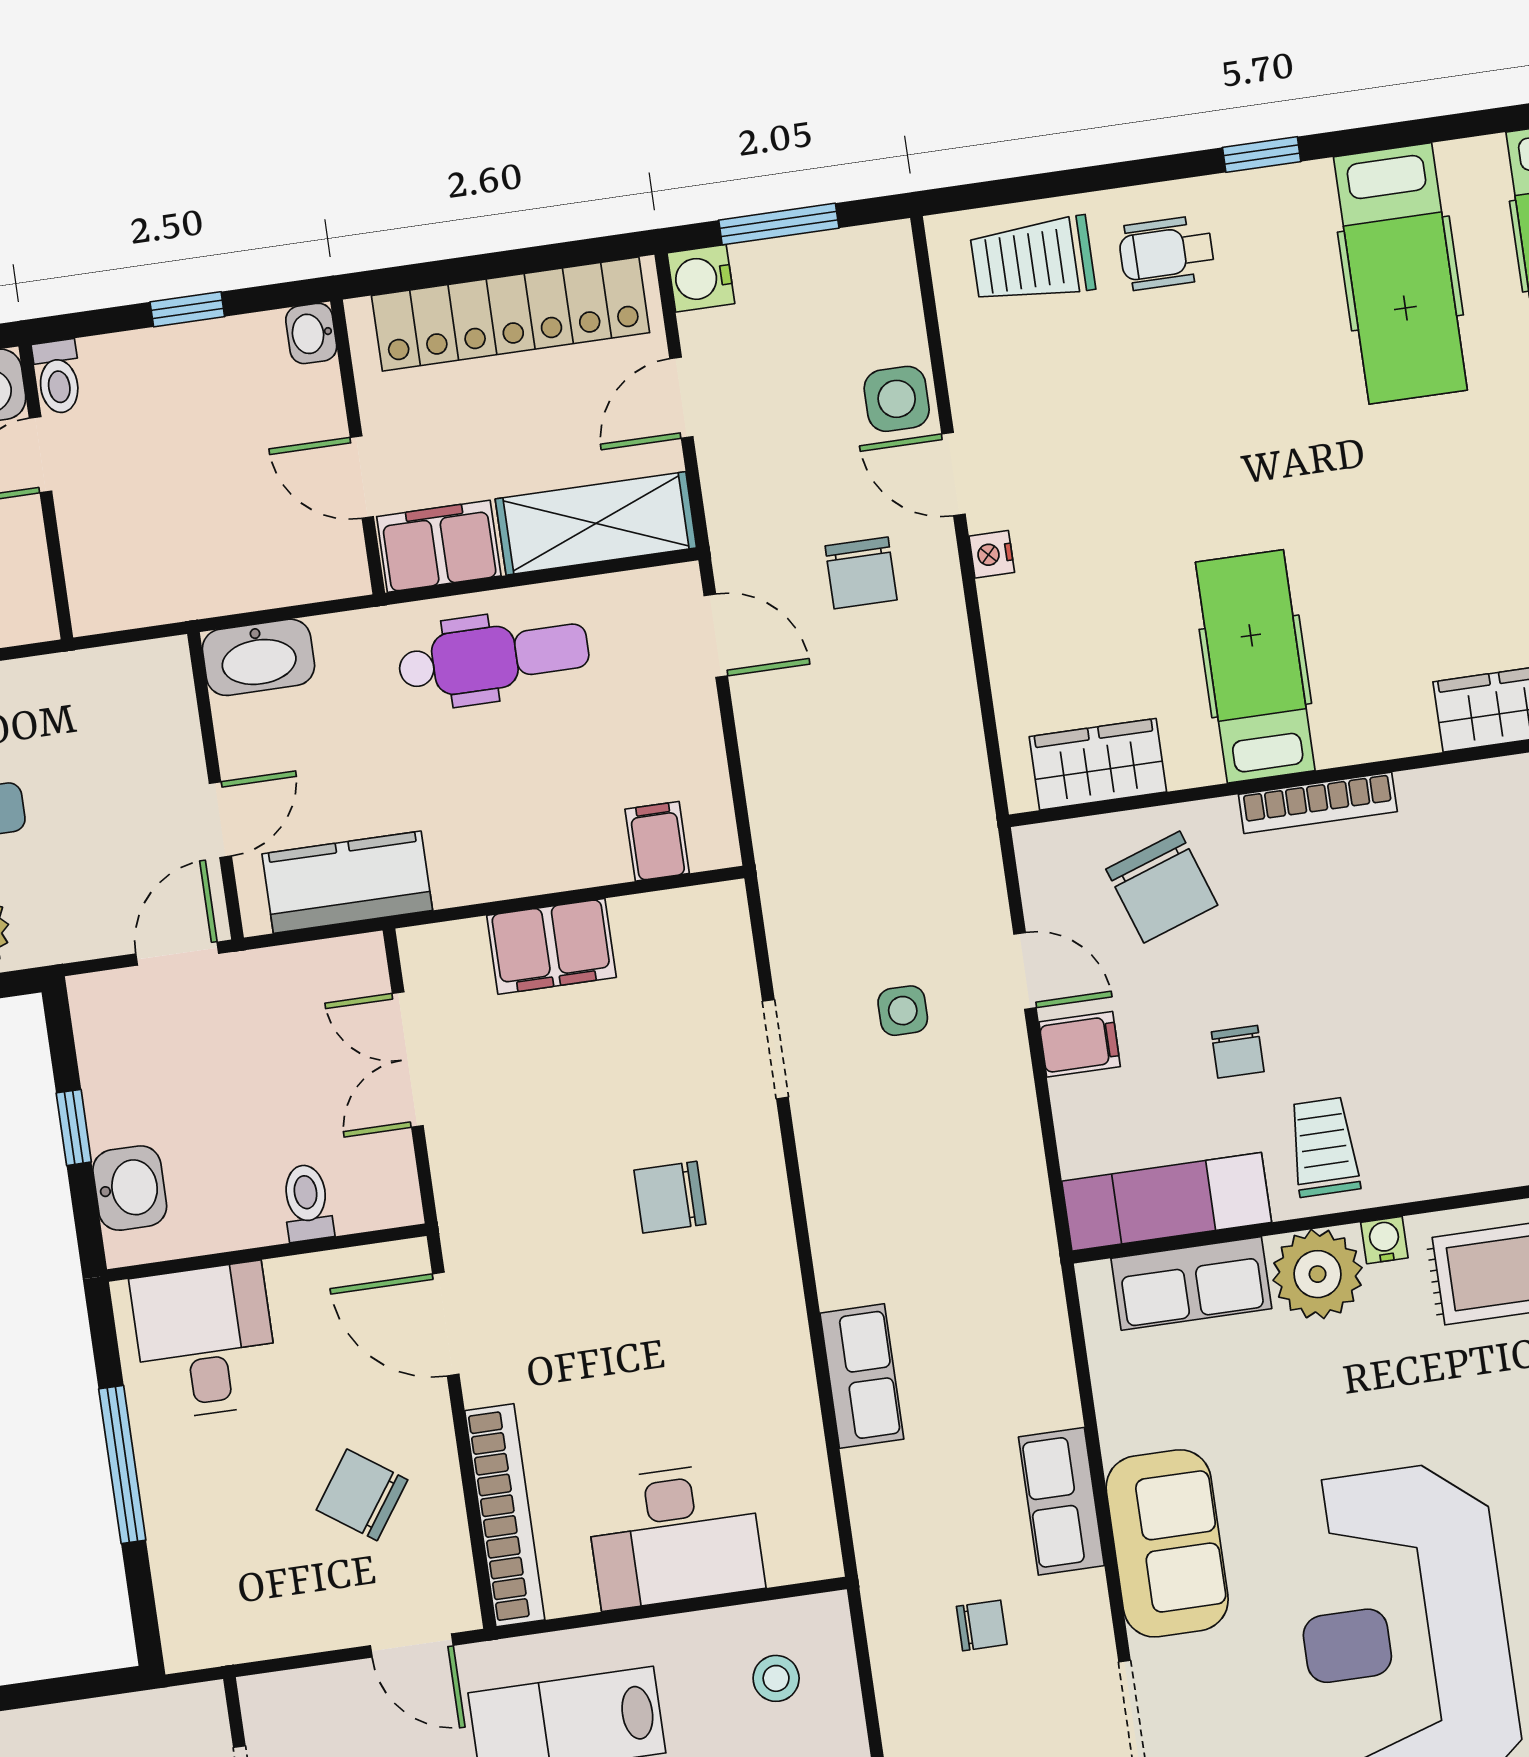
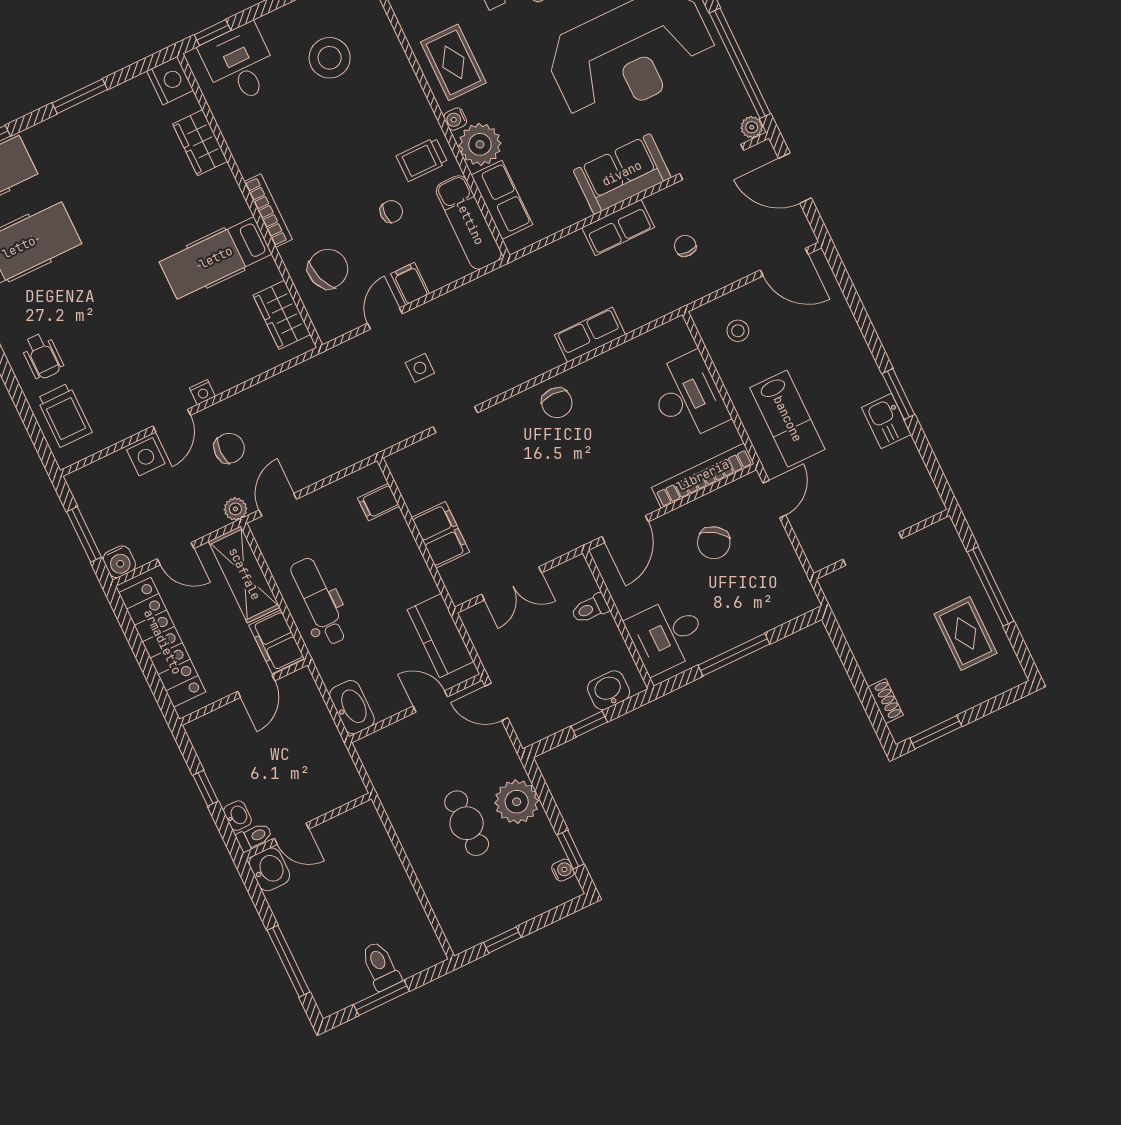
washbasin: (311, 333) -> (237, 816), moved, turned -90
plant: (734, 547) -> (235, 509), added
chair: (670, 1197) -> (557, 403), moved

